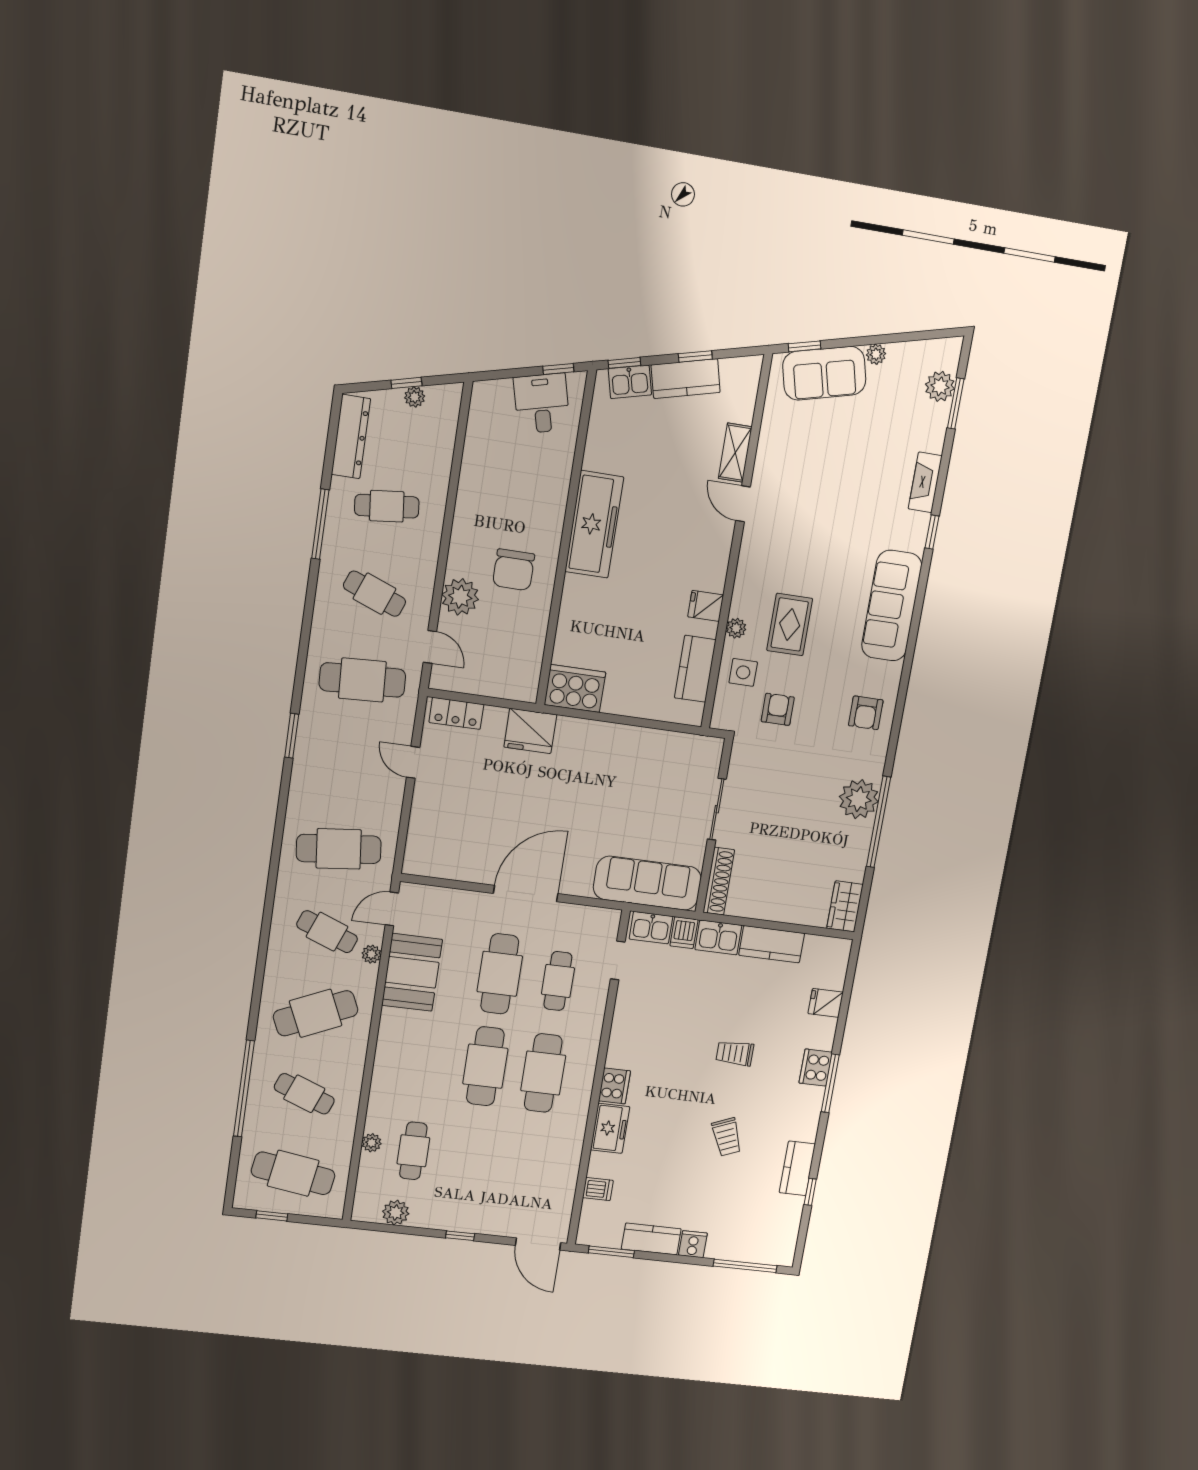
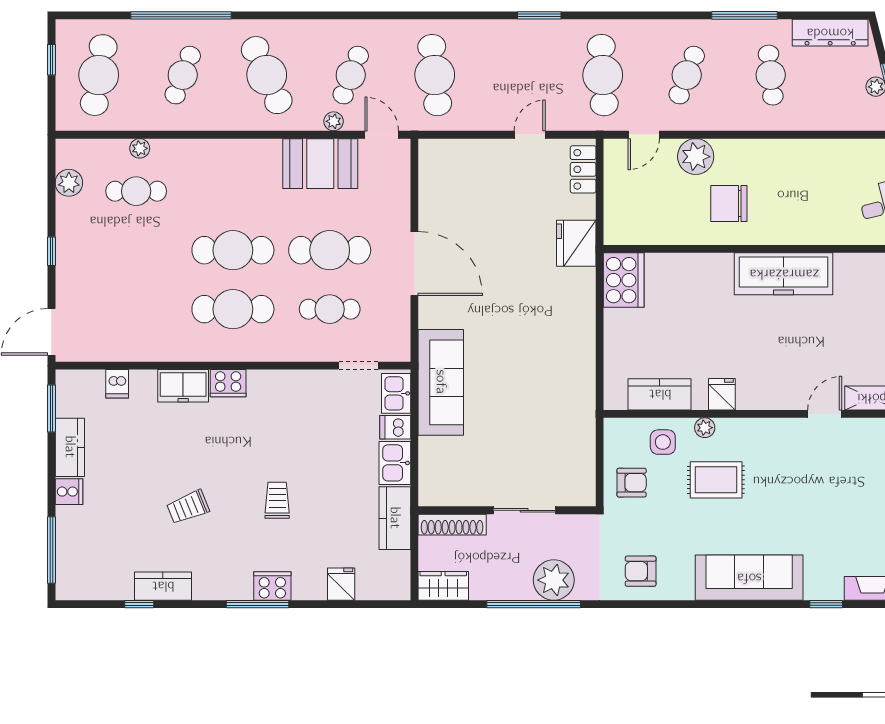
sliding door: (717, 809) -> (524, 510), moved
wall: (714, 826) -> (507, 510), moved
shoe rack: (719, 881) -> (452, 525), moved

